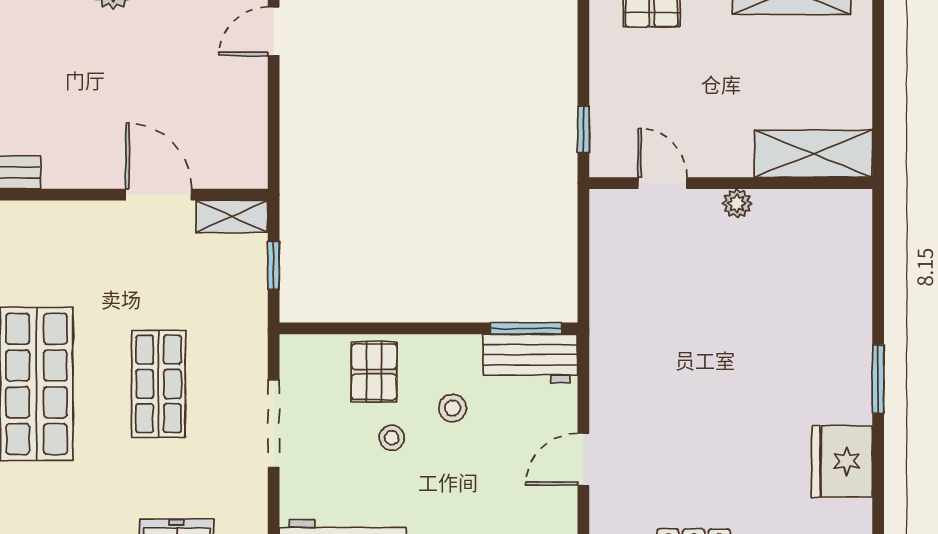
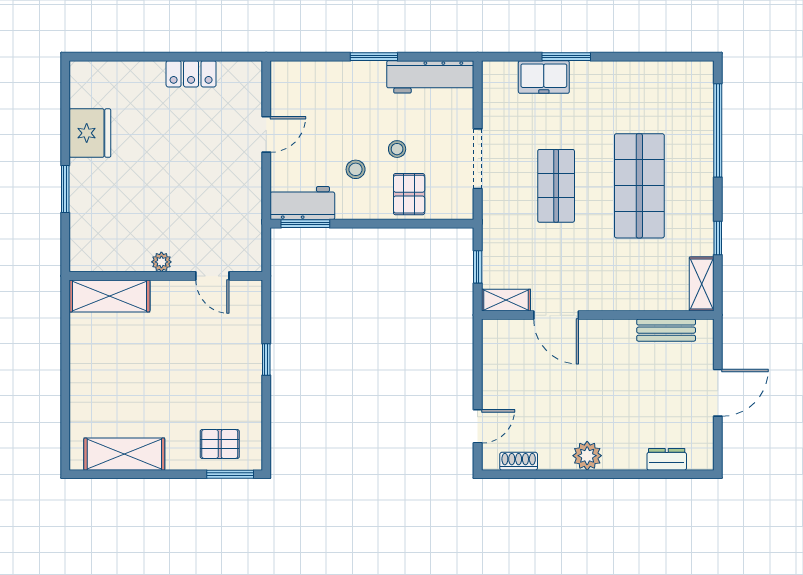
shelving: (813, 154) -> (109, 296), moved
door: (662, 183) -> (212, 276), moved
wall: (731, 183) -> (166, 276), moved
plant: (737, 203) -> (161, 262), moved

